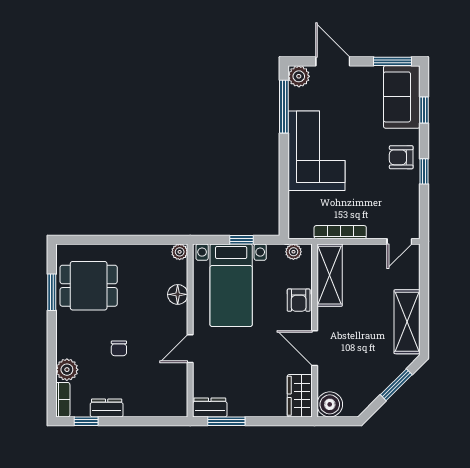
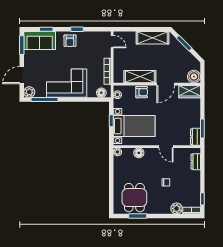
floor lamp: (298, 220) -> (101, 93), added
shelving: (330, 275) -> (140, 77), moved
dresser: (107, 408) -> (196, 162), moved

